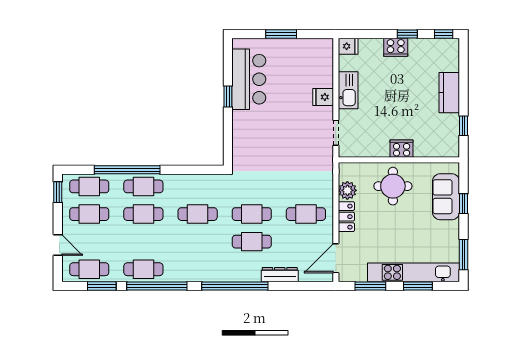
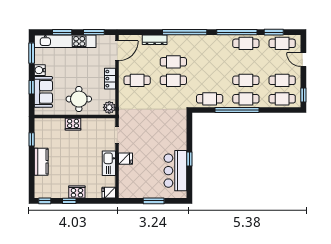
window: (127, 170) -> (237, 110), moved
plant: (347, 190) -> (109, 107), moved
cafe table: (198, 214) -> (210, 99), moved
water cooler: (451, 229) -> (40, 70), added

